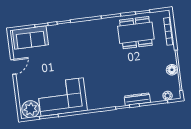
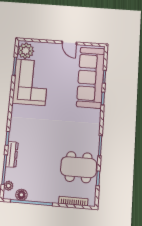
dining table: (136, 33) -> (79, 167), turned 90
sofa: (30, 37) -> (91, 77), width x1.85, depth x1.27
floor lamp: (172, 70) -> (21, 195), moved

